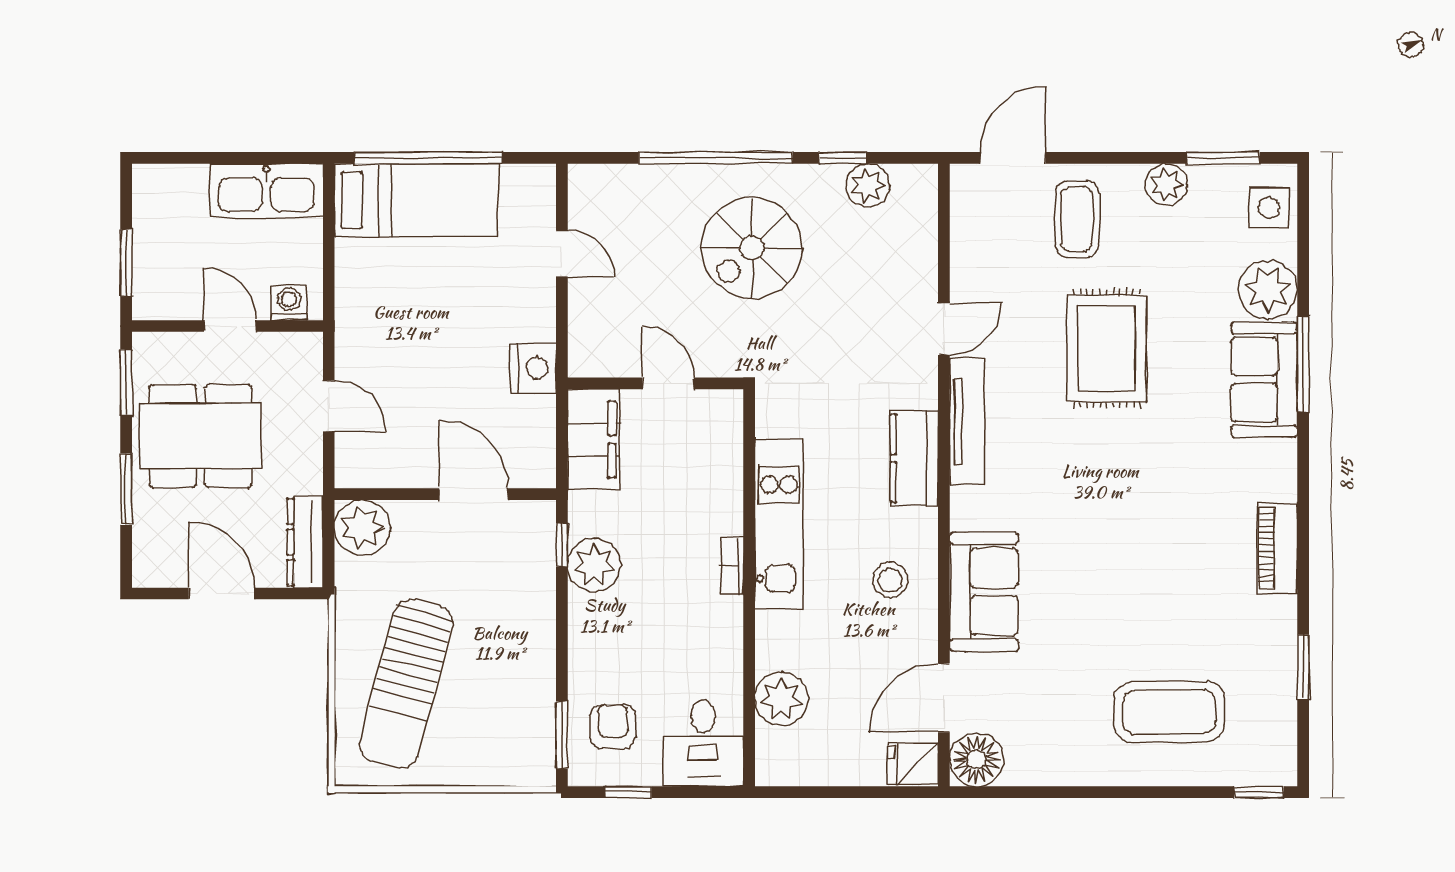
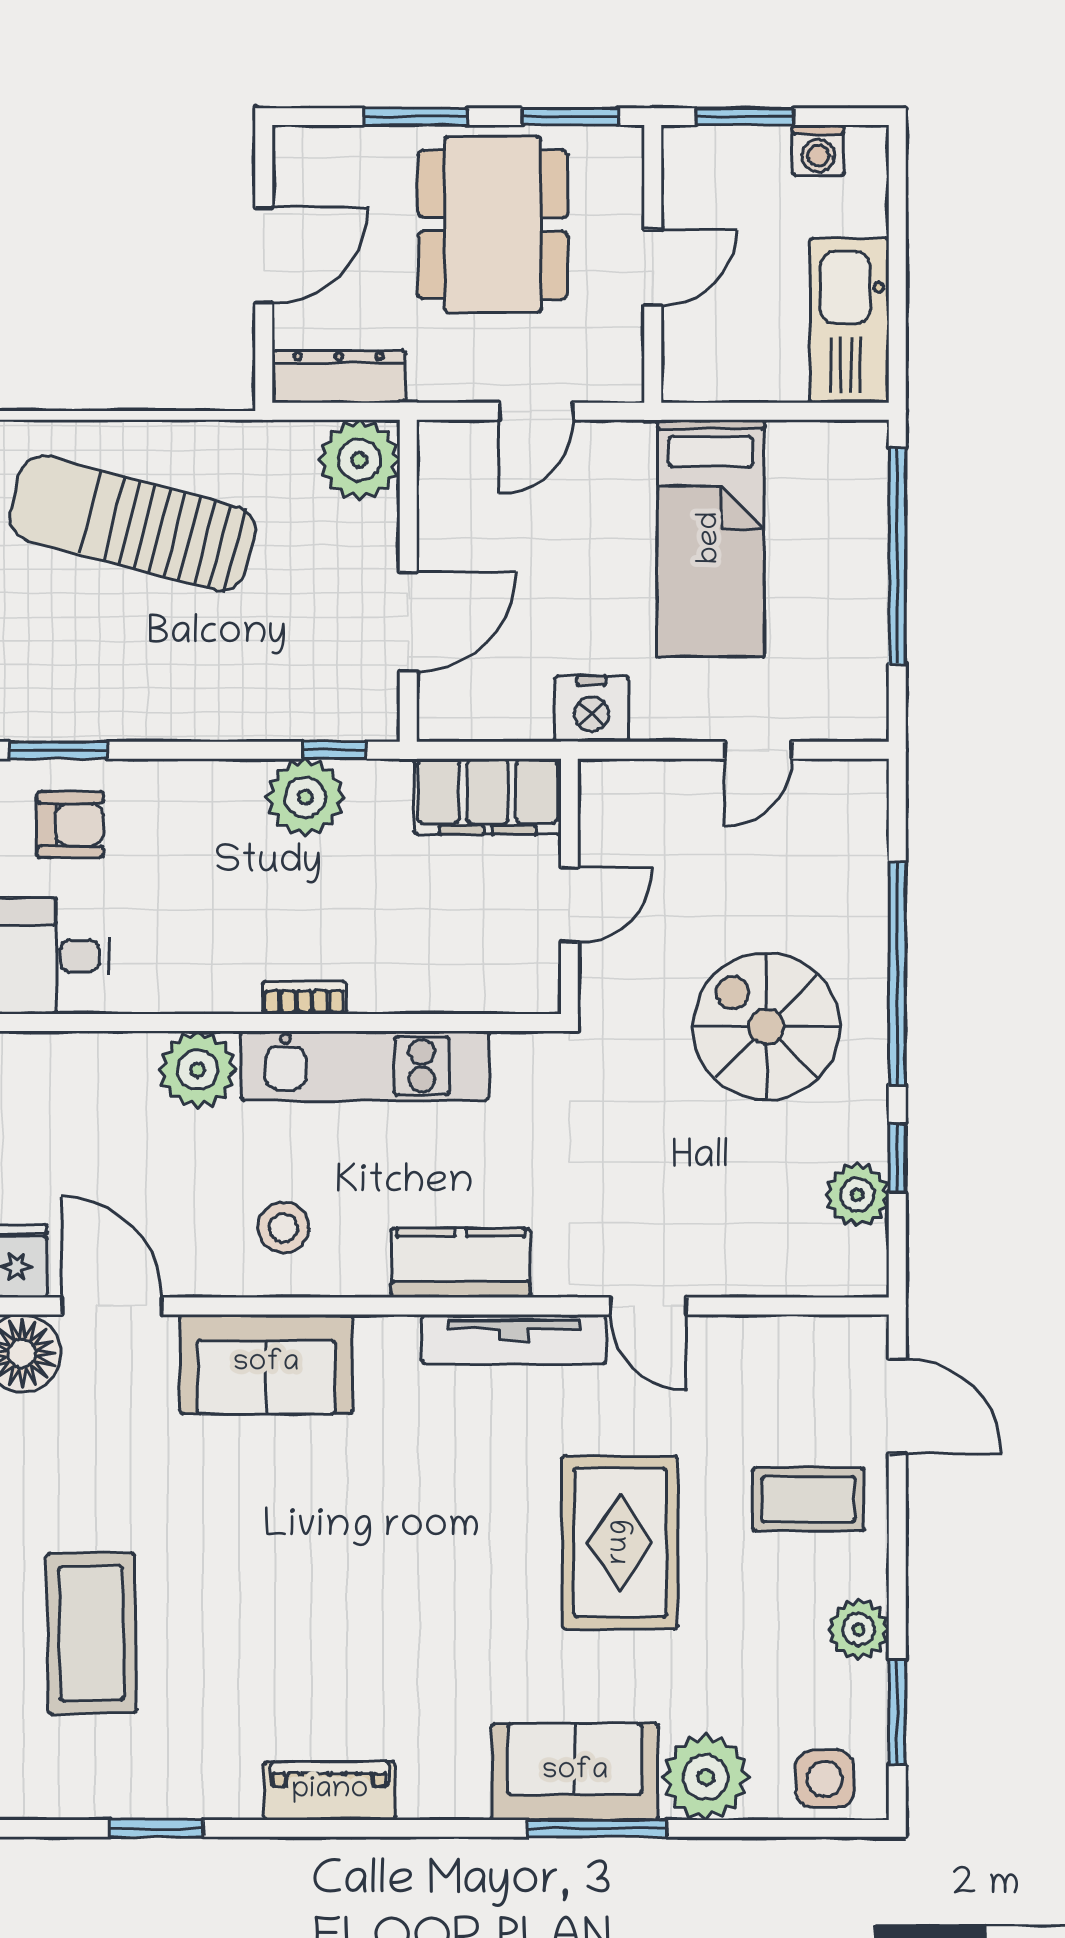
bed: (416, 200) -> (711, 538), moved
washing machine: (289, 303) -> (818, 151), moved, turned 90
rug: (1106, 348) -> (620, 1542), turned 90
plant: (781, 699) -> (198, 1070), moved

